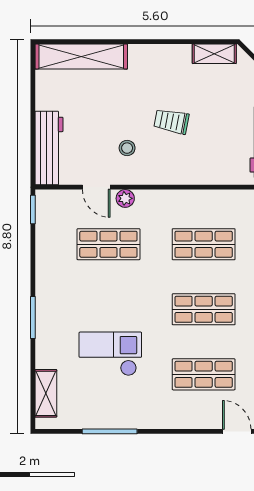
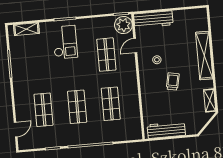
shelving: (81, 56) -> (204, 56), moved
plant: (125, 198) -> (123, 25), moved, width x1.88, depth x1.88
checkout: (110, 354) -> (65, 42), moved

